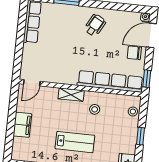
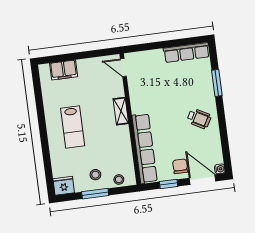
window: (147, 79) -> (169, 184), moved
stool: (95, 109) -> (95, 175), moved
filing cabinet: (22, 125) -> (64, 70), moved
window: (141, 136) -> (95, 194), width x1.50

